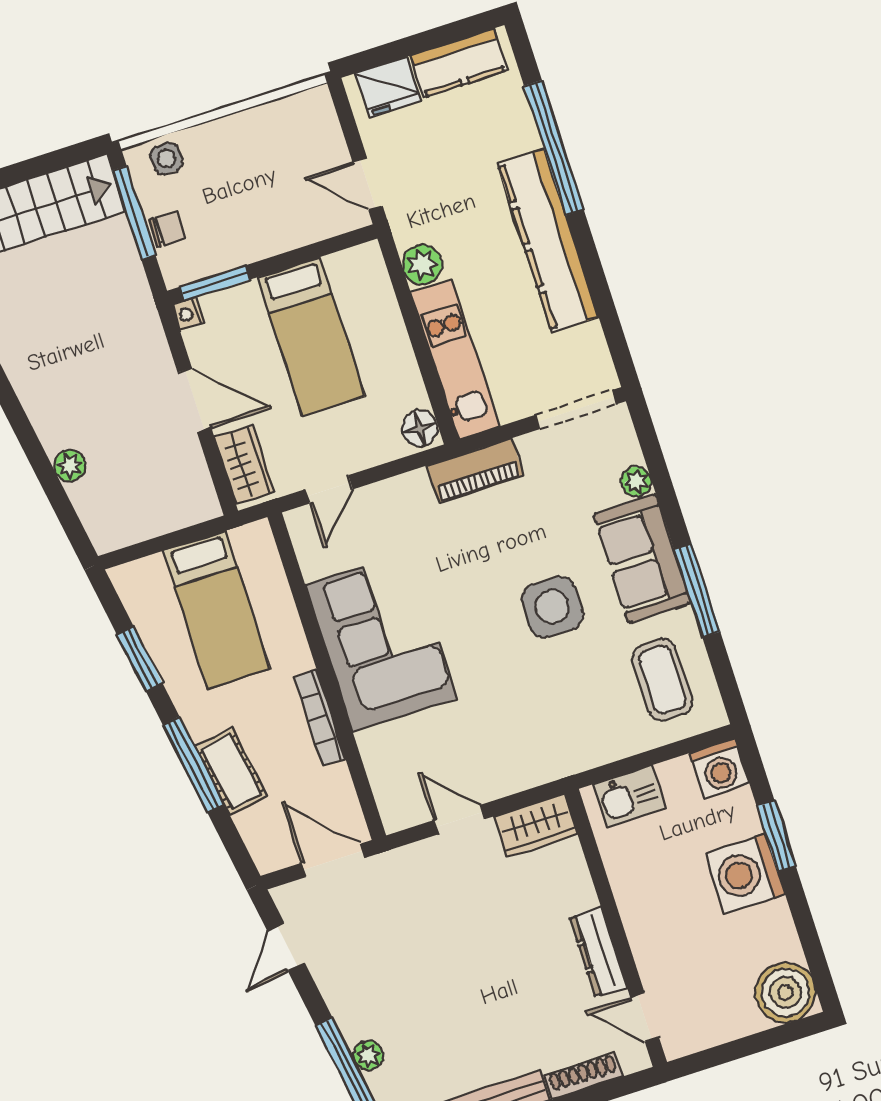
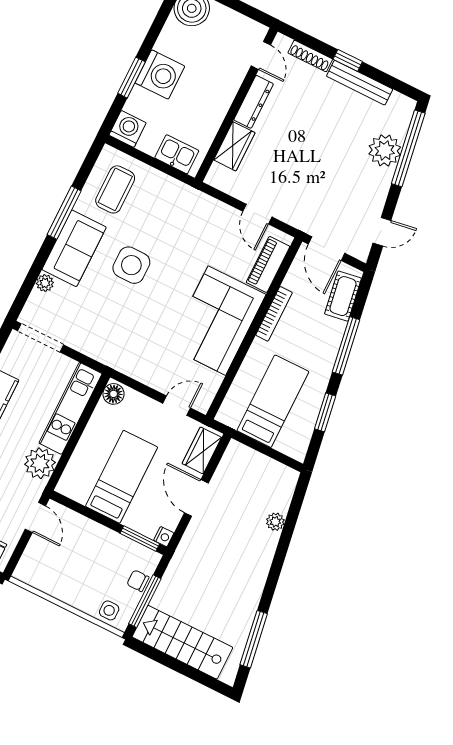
plant: (422, 265) -> (40, 463), width x1.36, depth x1.36
piano: (475, 471) -> (268, 264), moved, turned -90
cot: (231, 772) -> (343, 296), moved
wardrobe: (536, 825) -> (234, 146), moved, turned 90
plant: (368, 1055) -> (385, 150), width x1.88, depth x1.88

